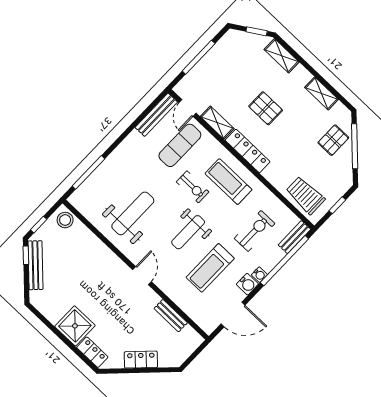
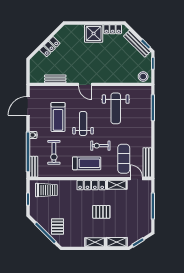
shelving: (321, 93) -> (95, 242), moved
treadmill: (210, 268) -> (58, 117), turned 180
water cooler: (247, 284) -> (34, 126), removed
locker: (92, 352) -> (113, 29), moved

